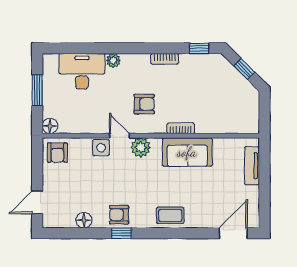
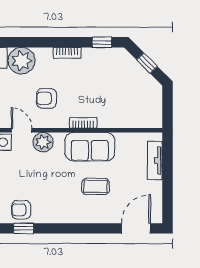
plant: (113, 60) -> (22, 61), width x1.88, depth x1.88
armchair: (144, 104) -> (46, 98), turned 180
coffee table: (170, 215) -> (95, 186), moved

